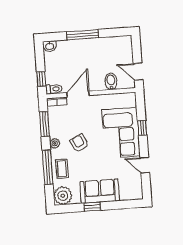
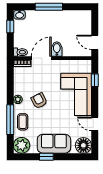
window: (41, 79) -> (10, 27), moved
bidet: (111, 81) -> (57, 49), moved
window: (44, 124) -> (10, 82), removed
window: (142, 128) -> (95, 80), moved
floor lamp: (134, 191) -> (83, 145), added

